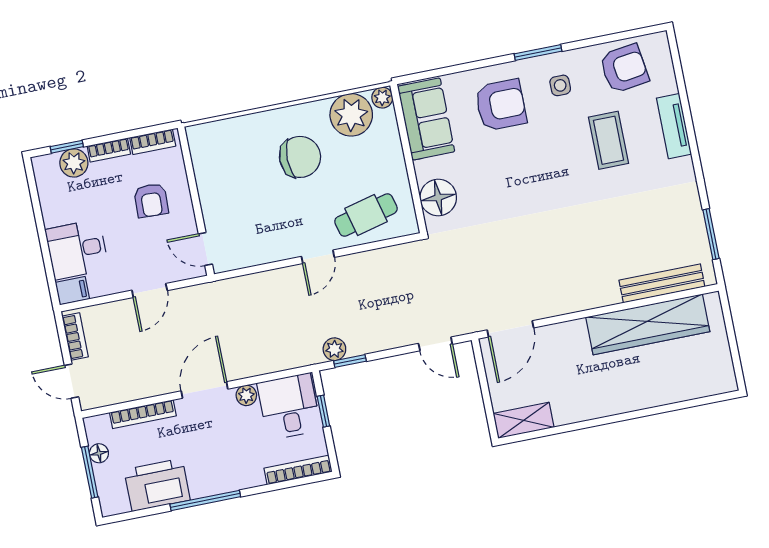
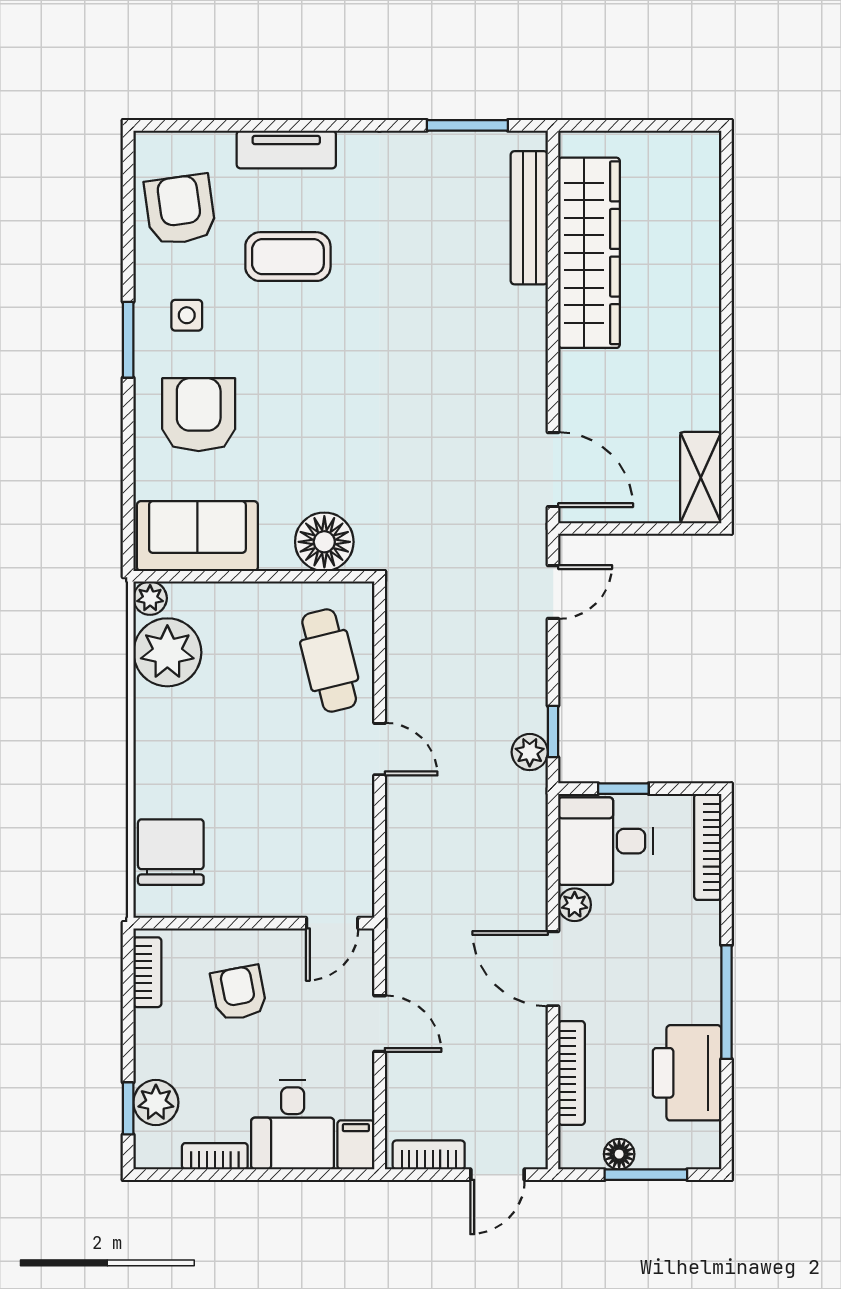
bookcase: (109, 150) -> (215, 1156), moved, turned -90
chair: (300, 157) -> (171, 852), moved
armchair: (151, 200) -> (239, 993), turned -103

